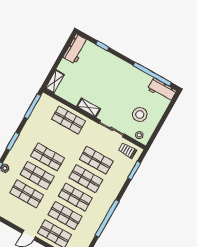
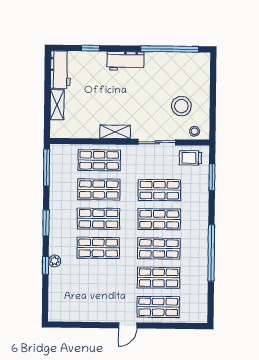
shelving: (55, 81) -> (57, 105), moved
workbench: (162, 90) -> (125, 61), moved
shop shelf: (27, 194) -> (99, 189), moved

